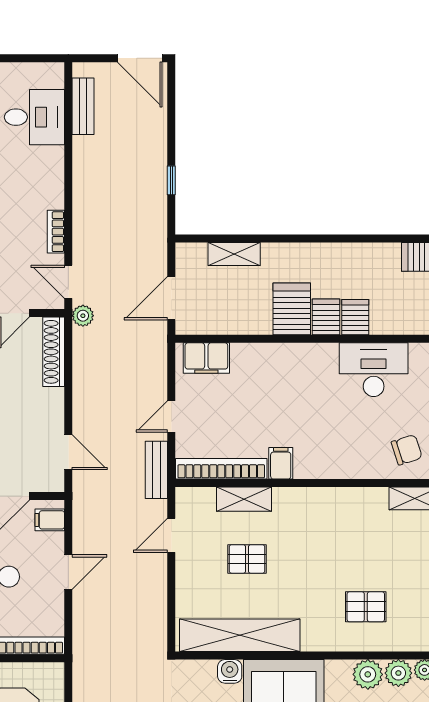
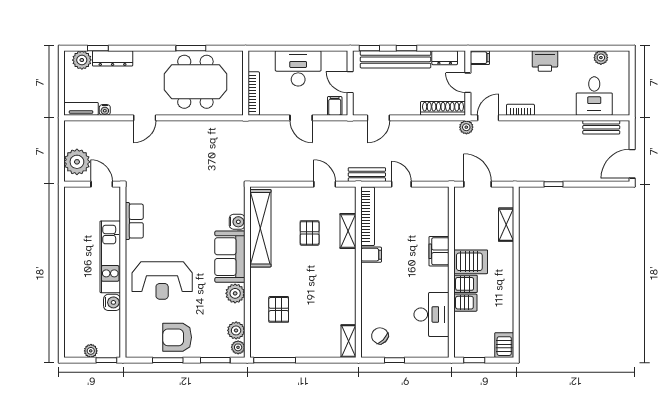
filing cabinet: (206, 358) -> (439, 251), moved
chair: (407, 450) -> (380, 336), turned 152
plant: (368, 674) -> (235, 293), moved

